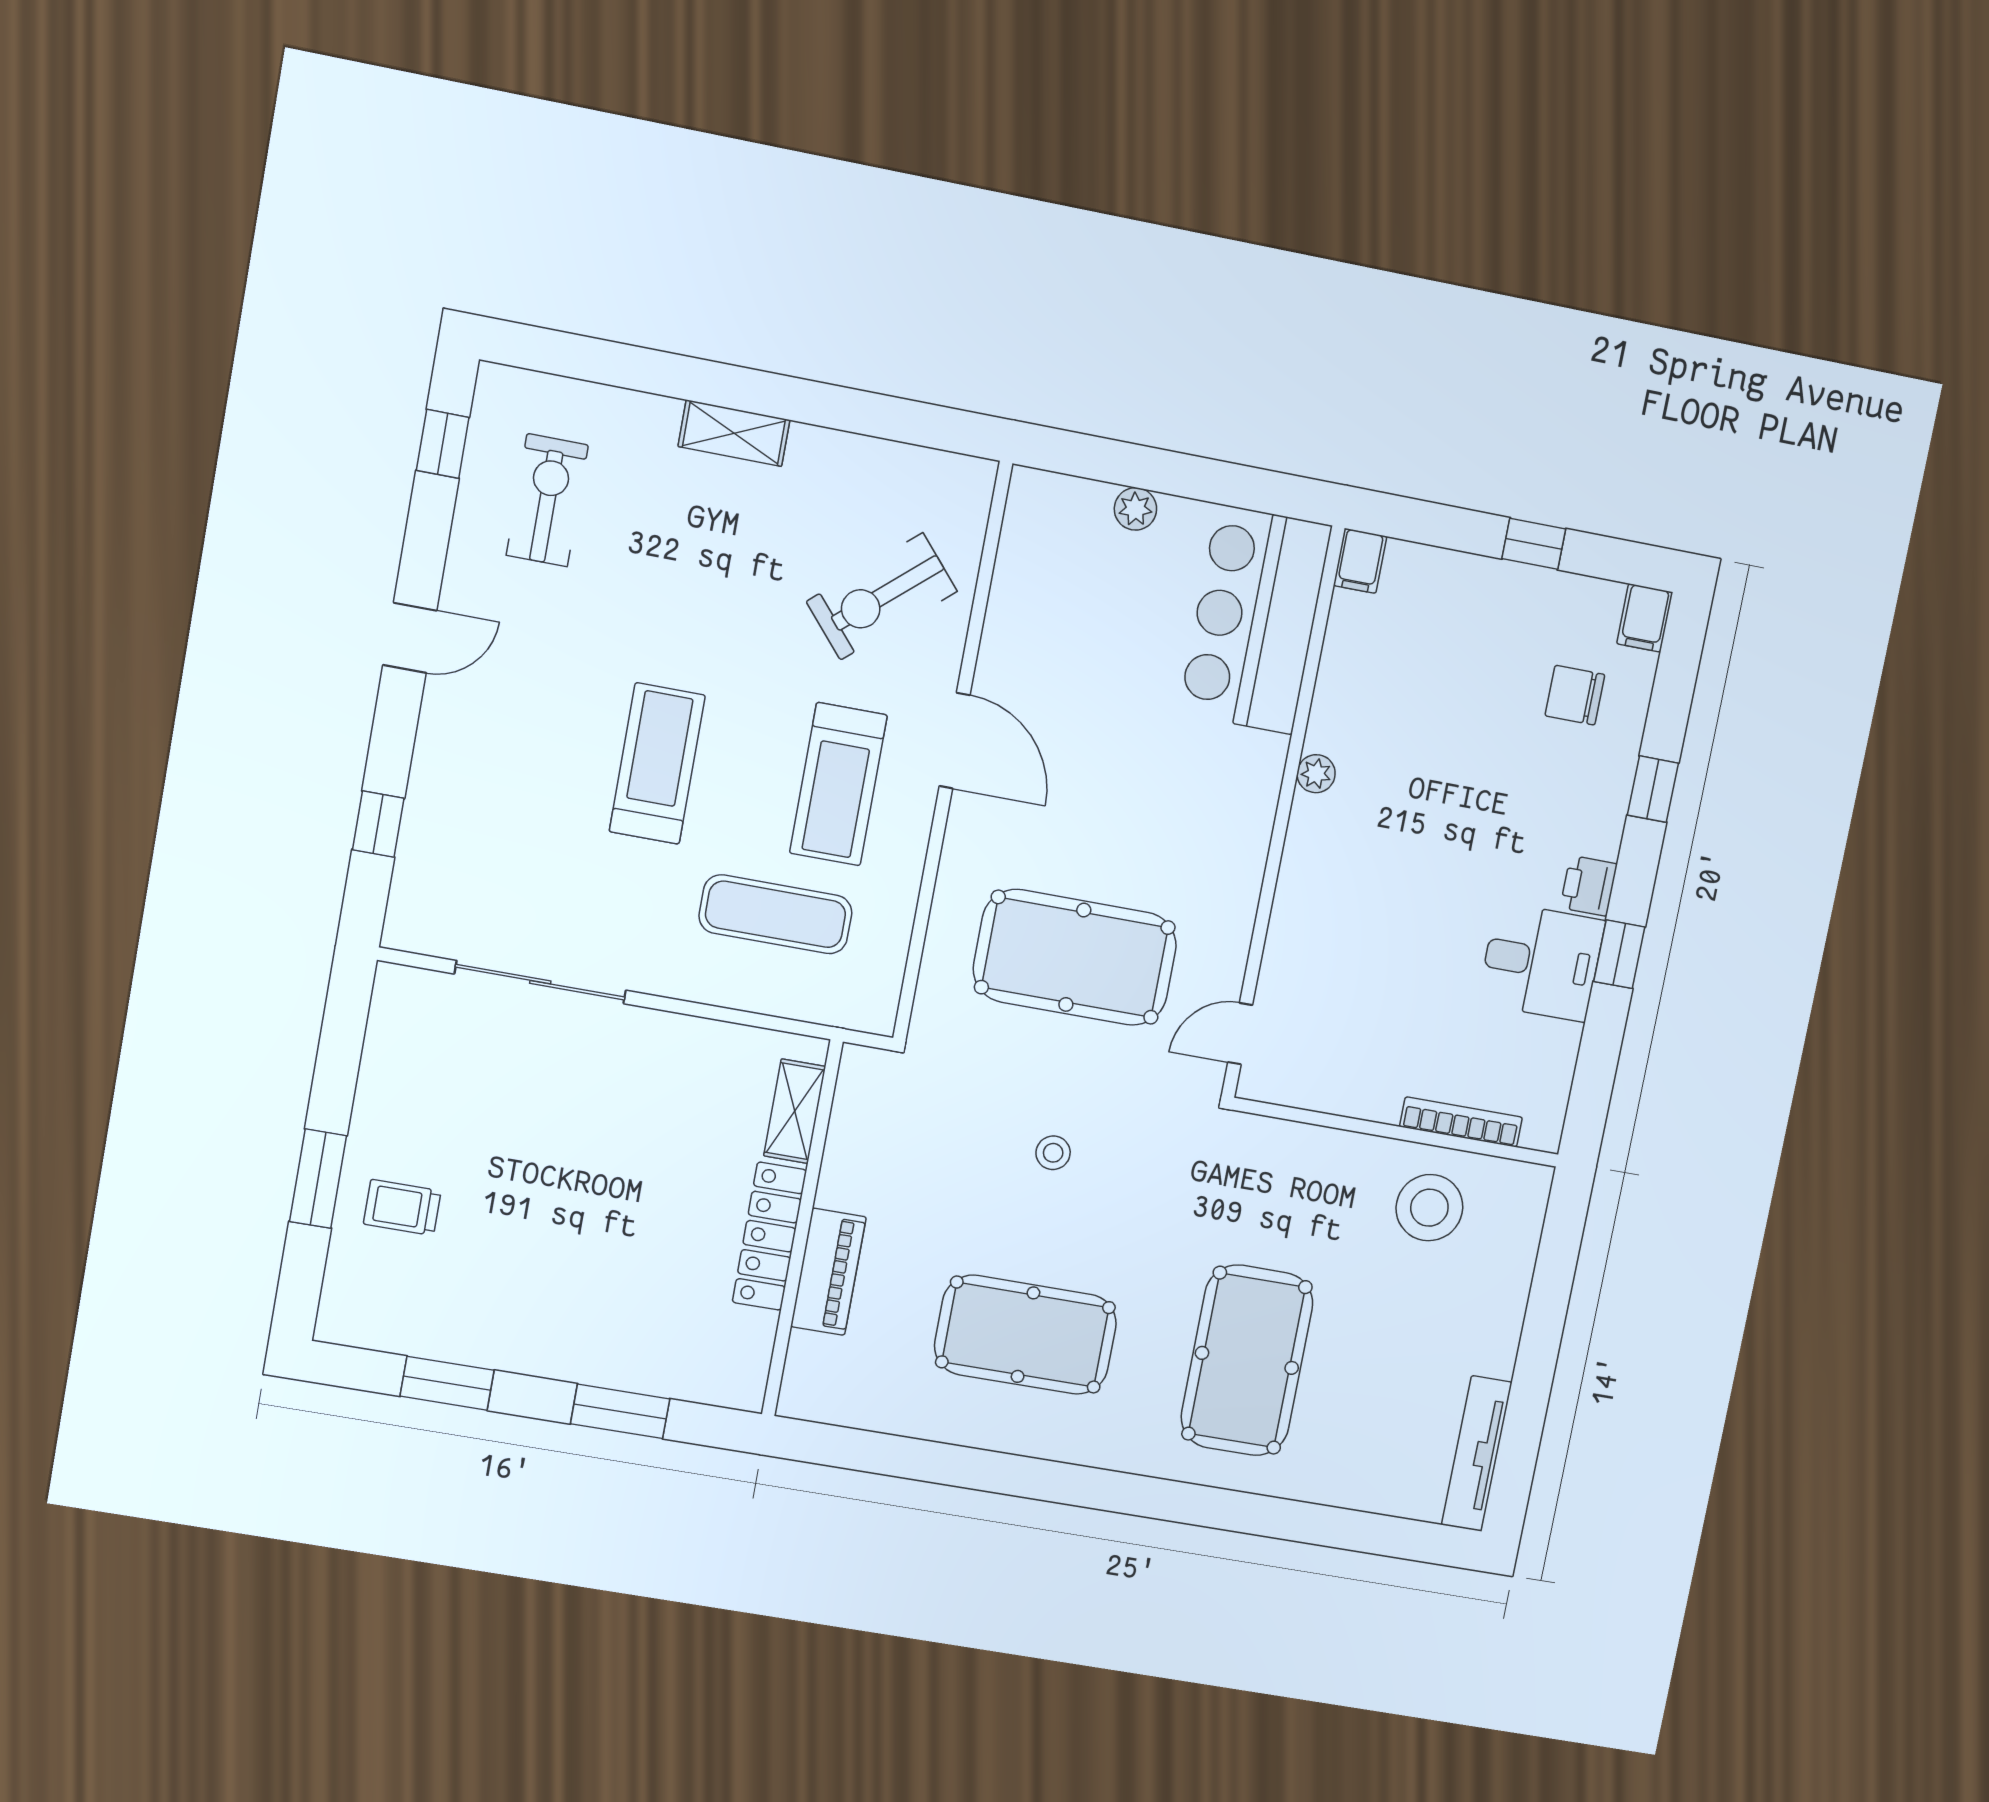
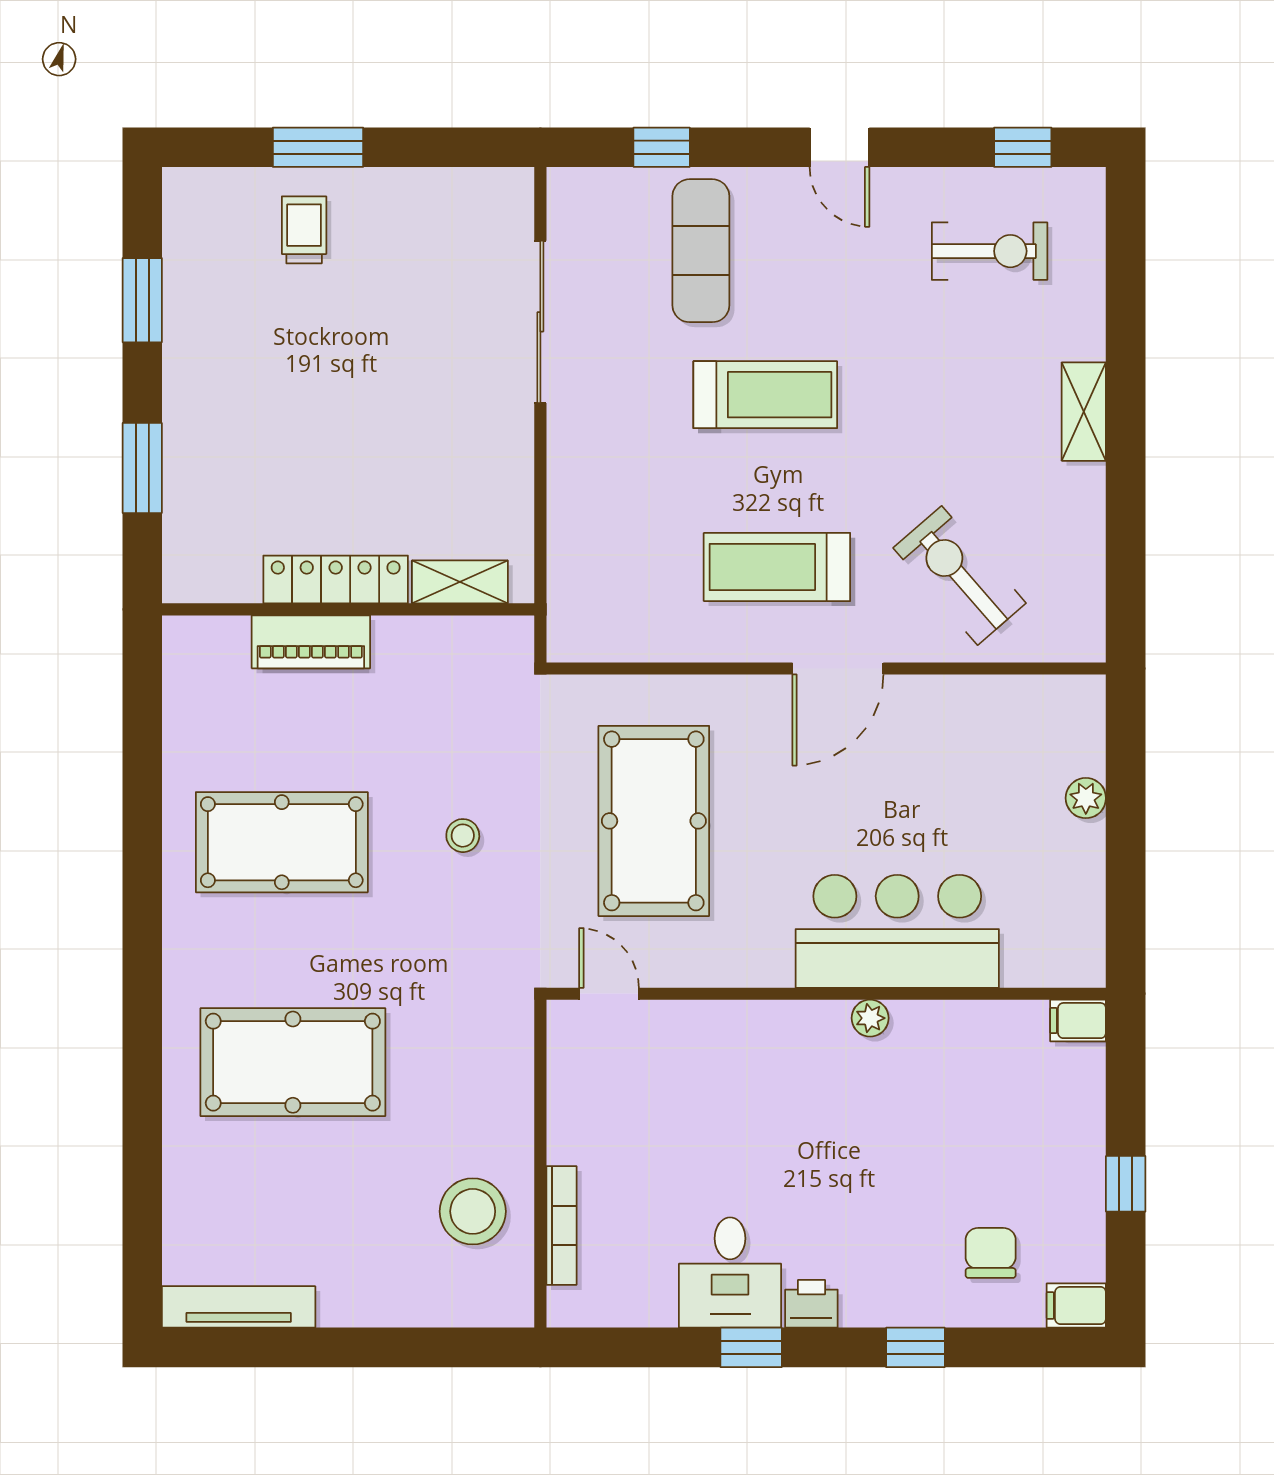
bar counter: (1255, 620) -> (897, 931), moved
exercise mat: (776, 914) -> (701, 251), moved
pool table: (1025, 1335) -> (282, 842), turned 90

